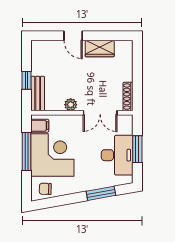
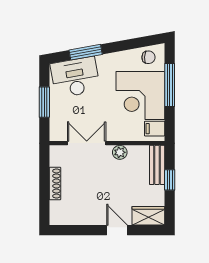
wardrobe: (100, 49) -> (148, 216), moved
shoe rack: (128, 97) -> (55, 183), moved
window: (27, 152) -> (170, 85), moved
desk: (117, 155) -> (75, 77), moved, turned 80

